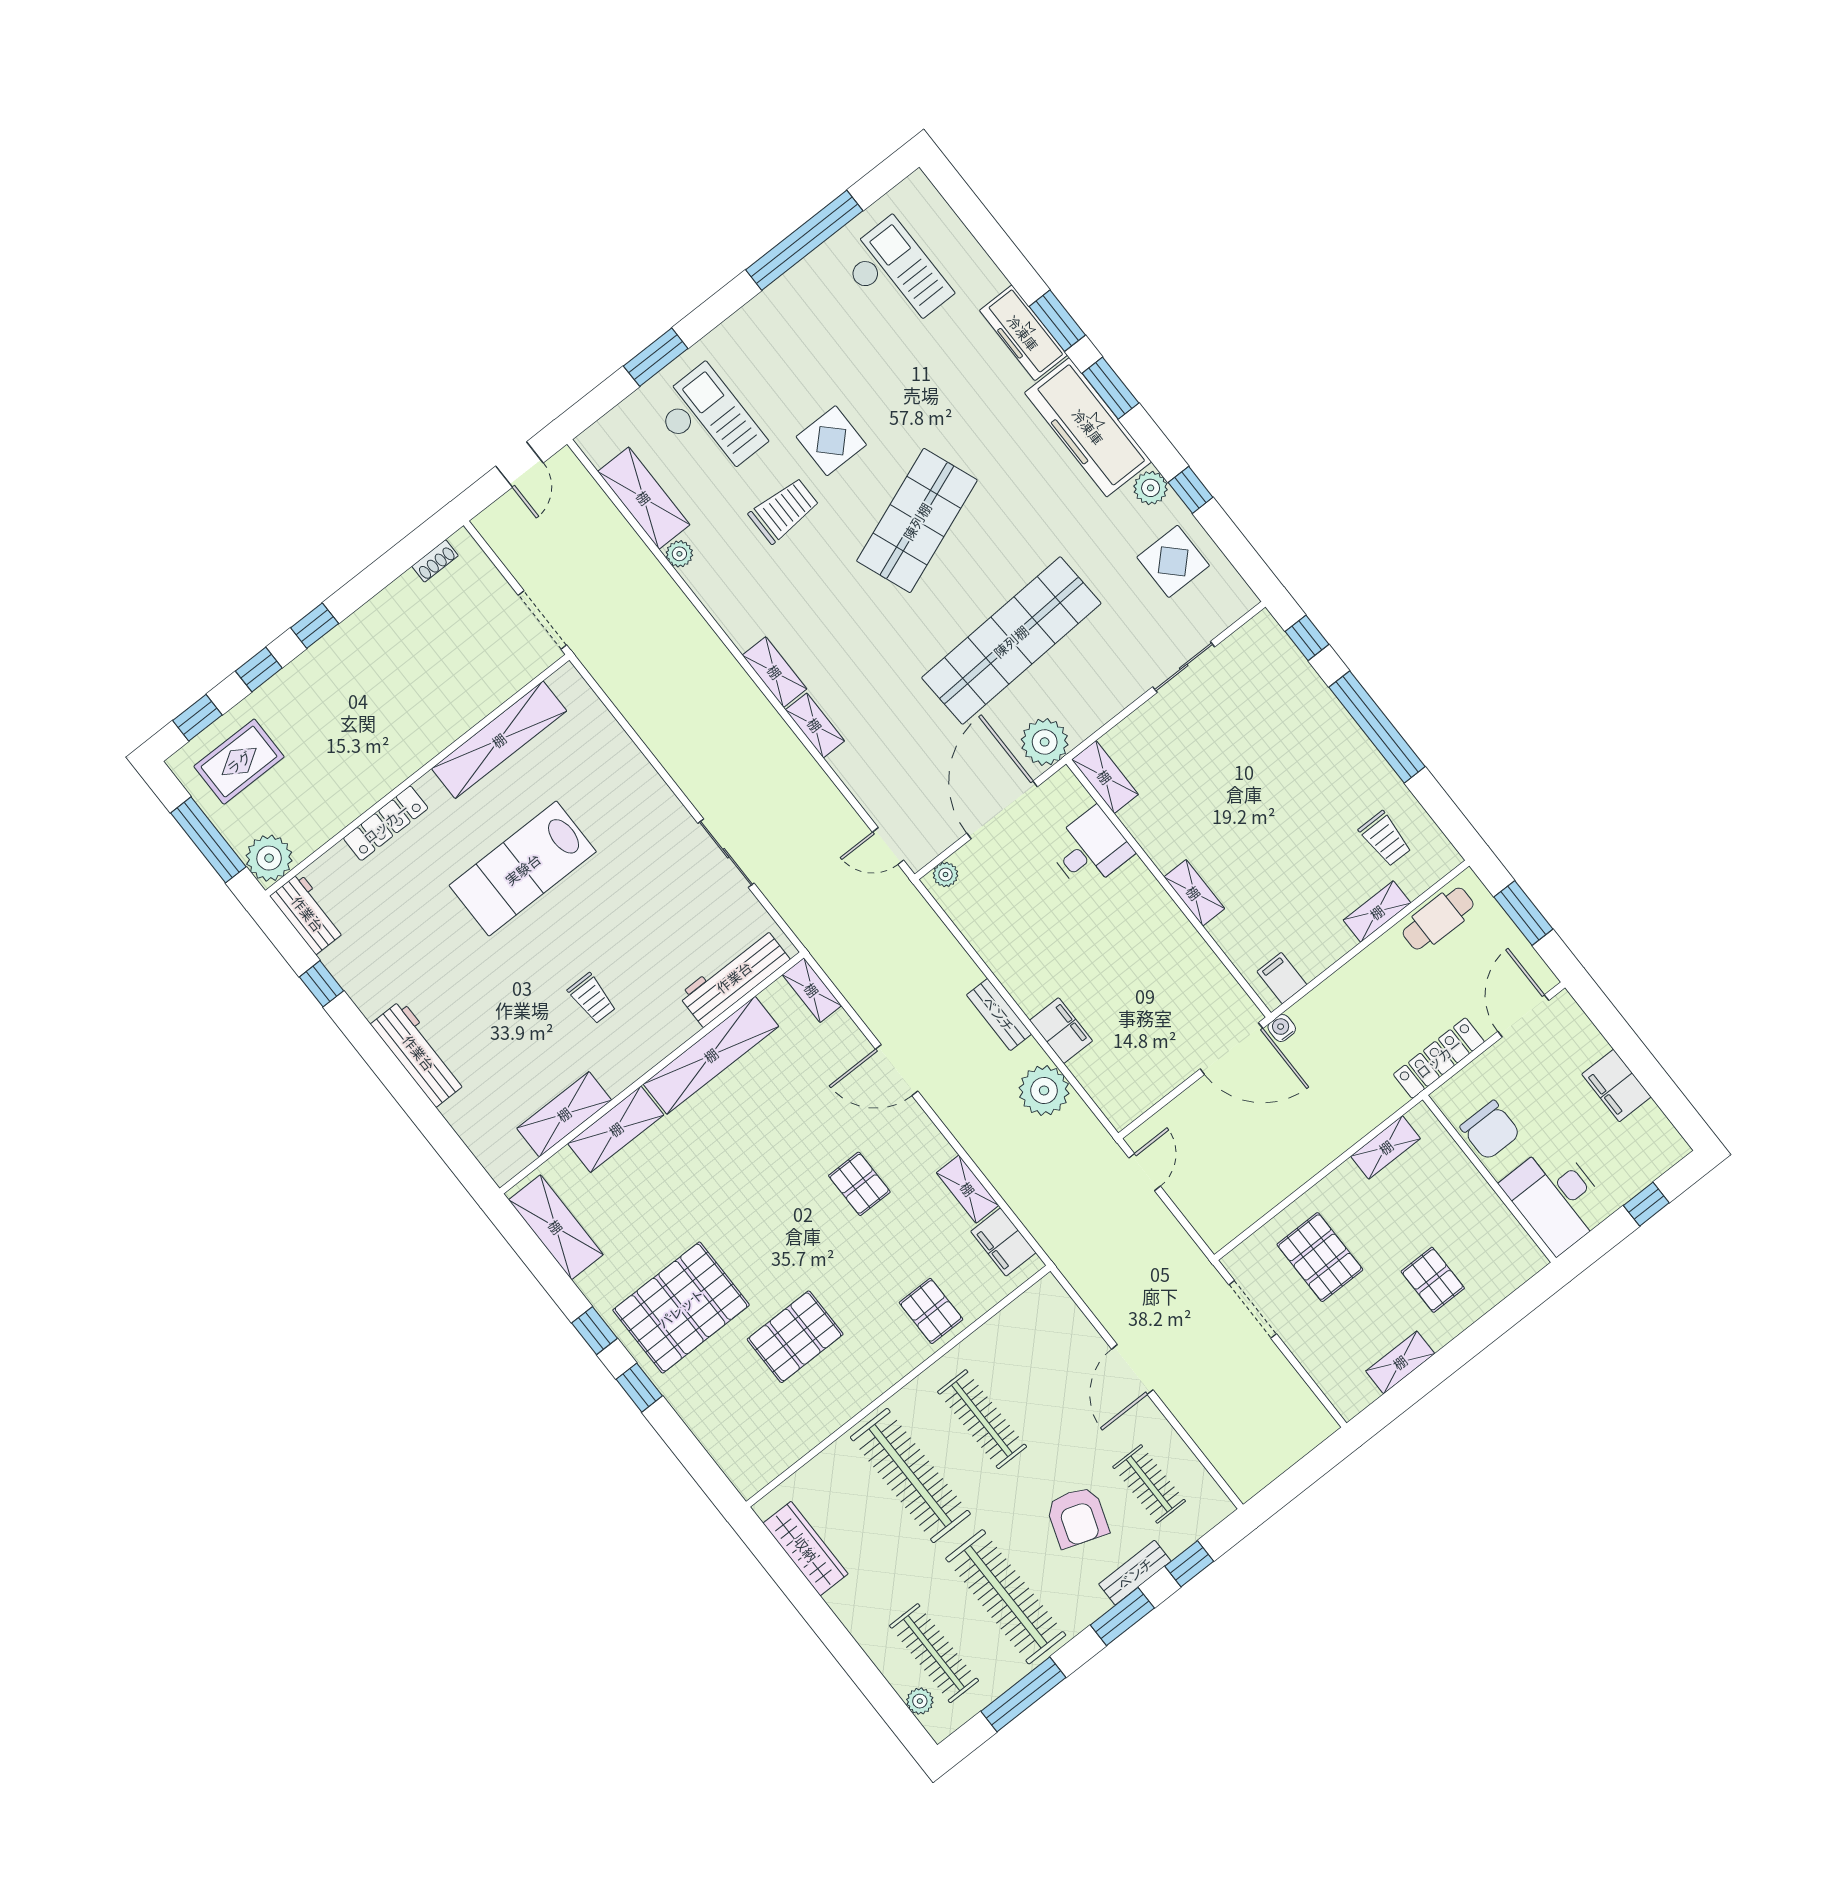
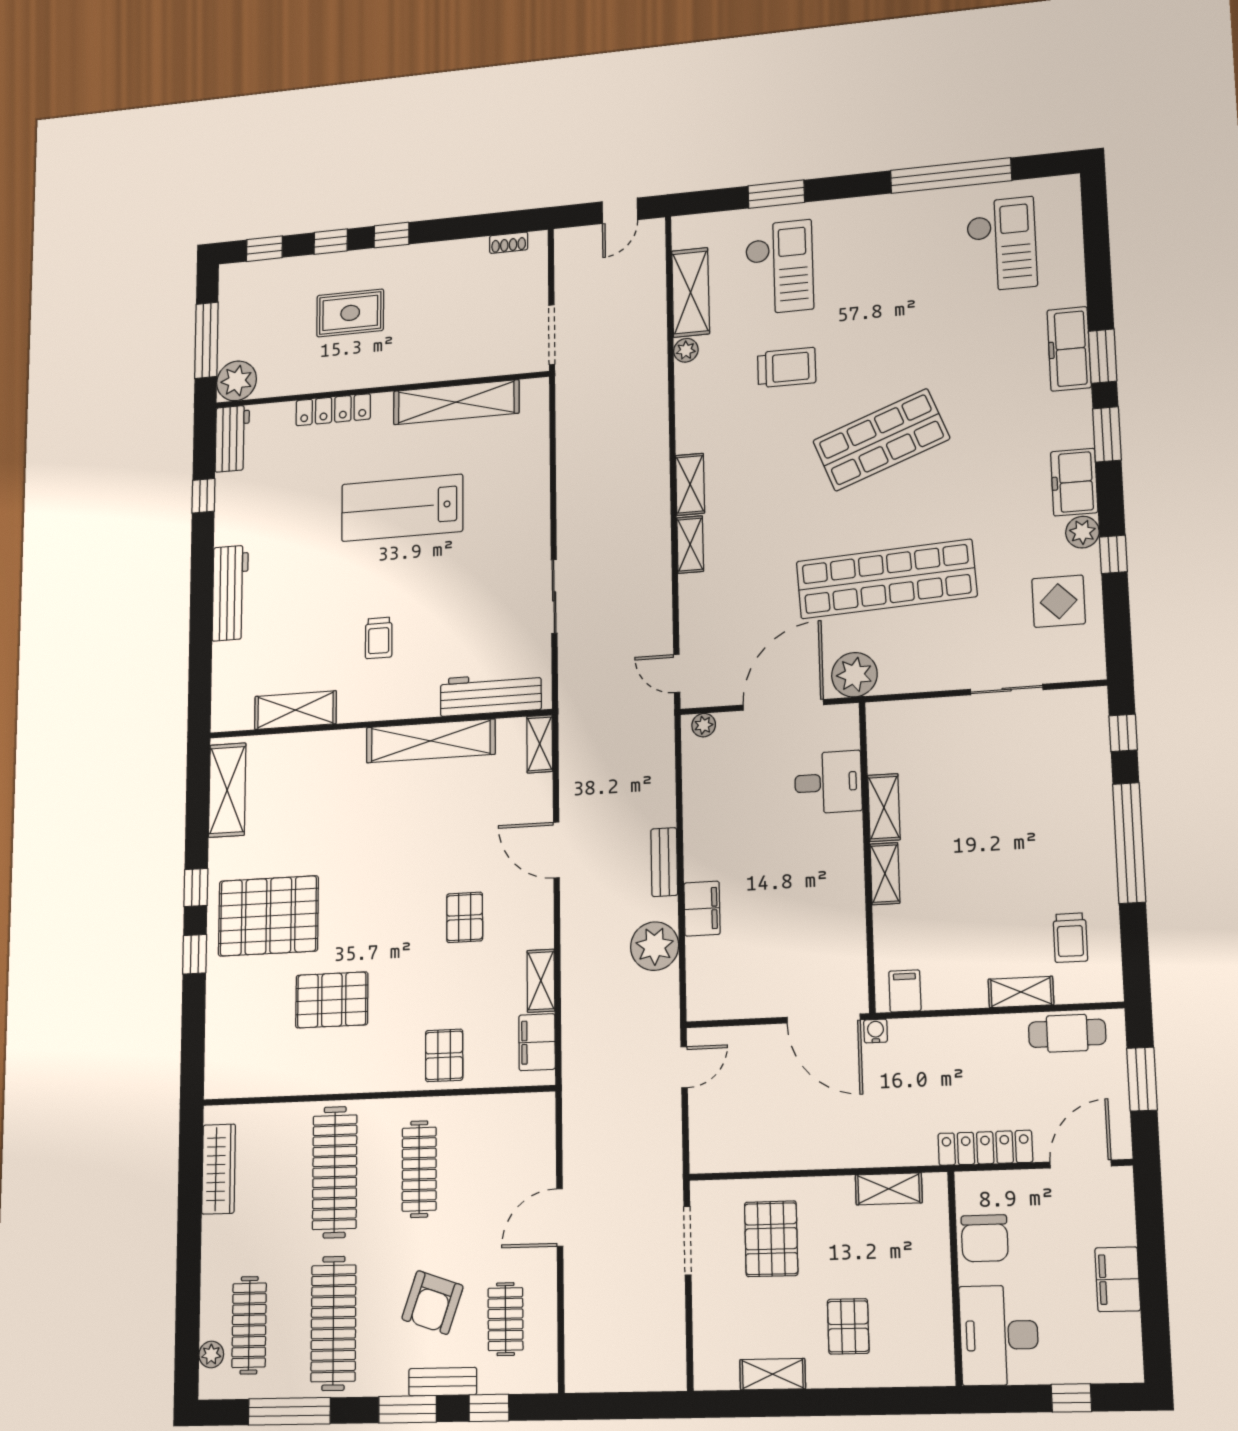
freezer: (1088, 427) -> (1074, 482), width x0.52, depth x0.79
display table: (831, 441) -> (861, 338), removed
rug: (239, 762) -> (350, 313), moved
shelving: (1105, 777) -> (884, 808), moved
shelving: (616, 1129) -> (323, 748), removed

